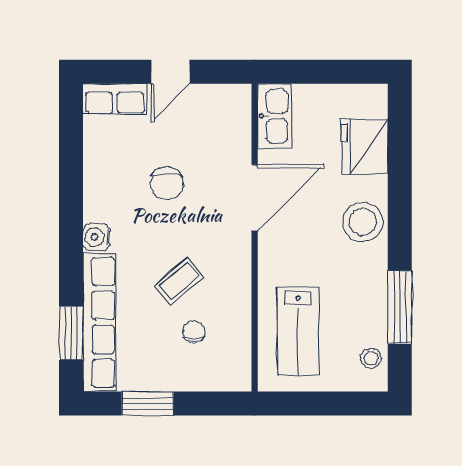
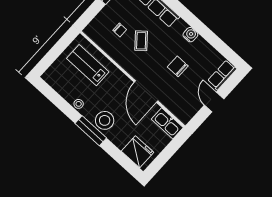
fridge: (365, 146) -> (138, 152), moved
water cooler: (97, 237) -> (190, 35), moved
window: (400, 307) -> (91, 131), moved
stool: (371, 358) -> (79, 104), moved

